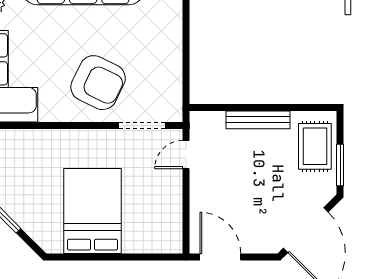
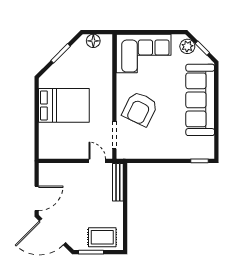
bench: (258, 120) -> (118, 182), moved
door: (220, 257) -> (37, 198), moved

